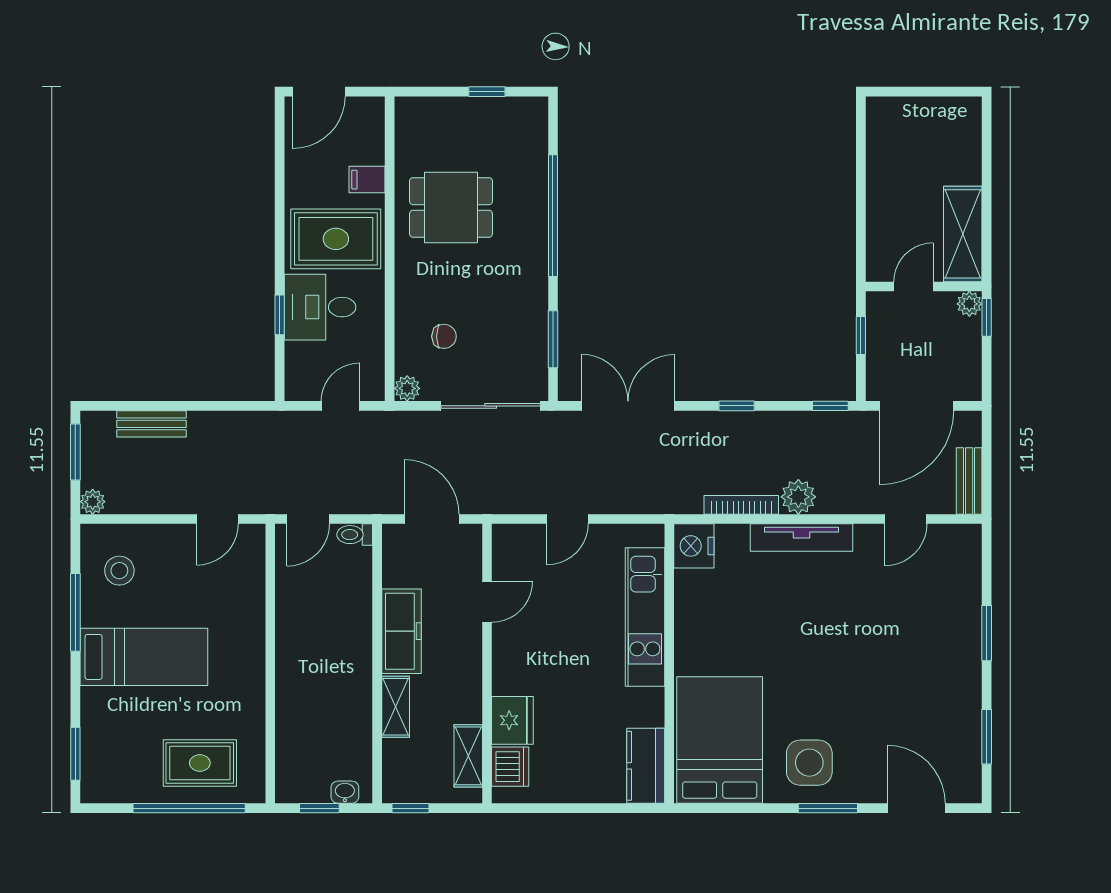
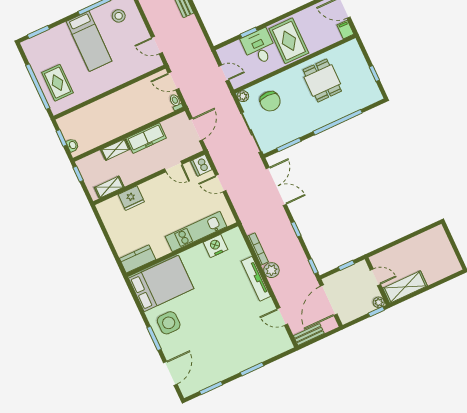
filing cabinet: (367, 180) -> (345, 30), moved
chair: (444, 336) -> (270, 101), width x1.87, depth x1.87
door: (917, 406) -> (329, 300), hinge flipped
nightstand: (694, 546) -> (216, 246), moved
dishwasher: (510, 767) -> (201, 165), moved, turned 90

